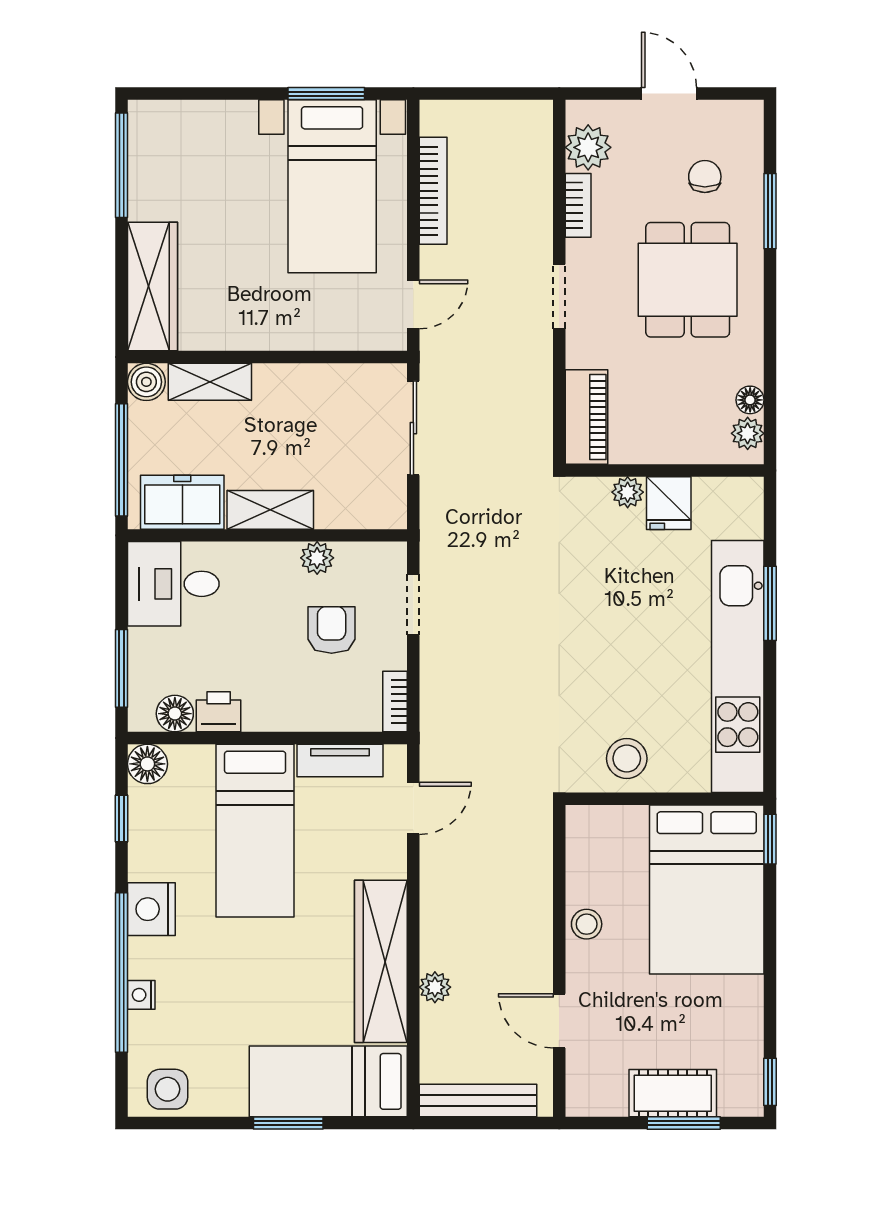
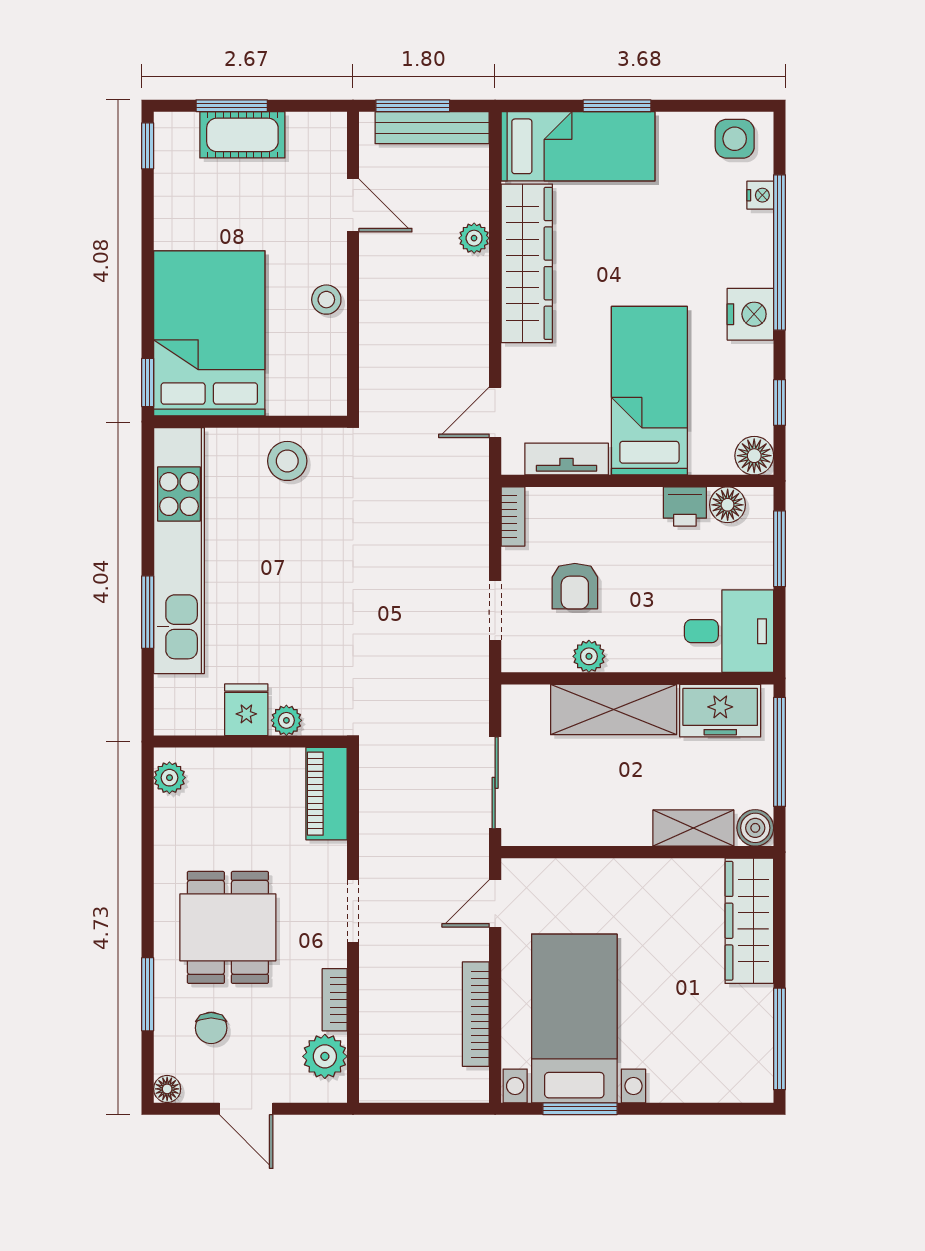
floor lamp: (750, 400) -> (167, 1089), moved
shelving: (270, 510) -> (614, 709), width x1.50, depth x1.33
nightstand: (141, 995) -> (760, 195), moved
window: (498, 1123) -> (413, 106), added

